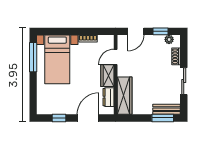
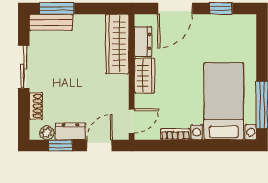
dresser: (154, 40) -> (70, 131), added
door: (116, 57) -> (132, 121), moved

